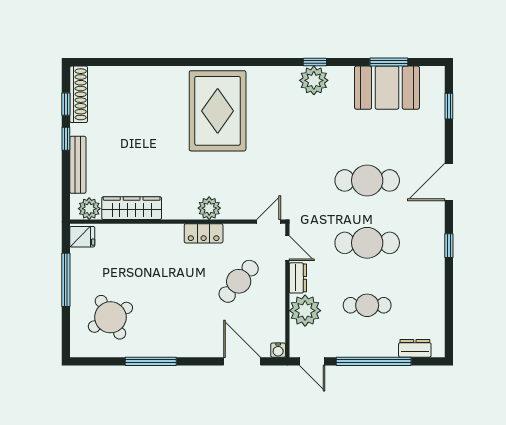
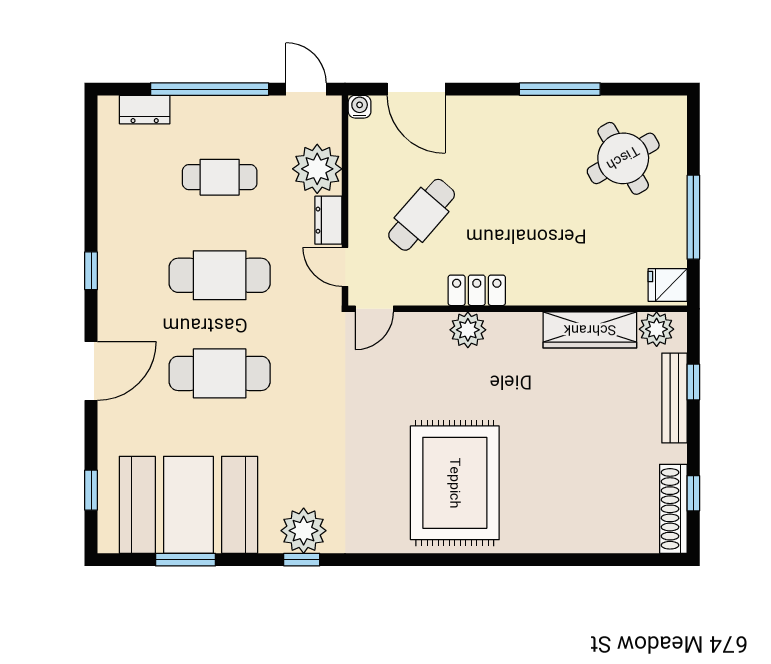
booth: (387, 88) -> (188, 505), width x1.36, depth x1.42
window: (66, 139) -> (693, 382), moved

